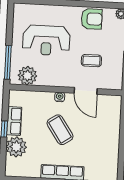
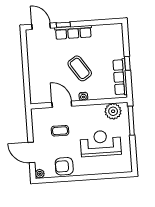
row of seats: (14, 121) -> (120, 77), width x1.48
plant: (16, 147) -> (115, 49), removed

